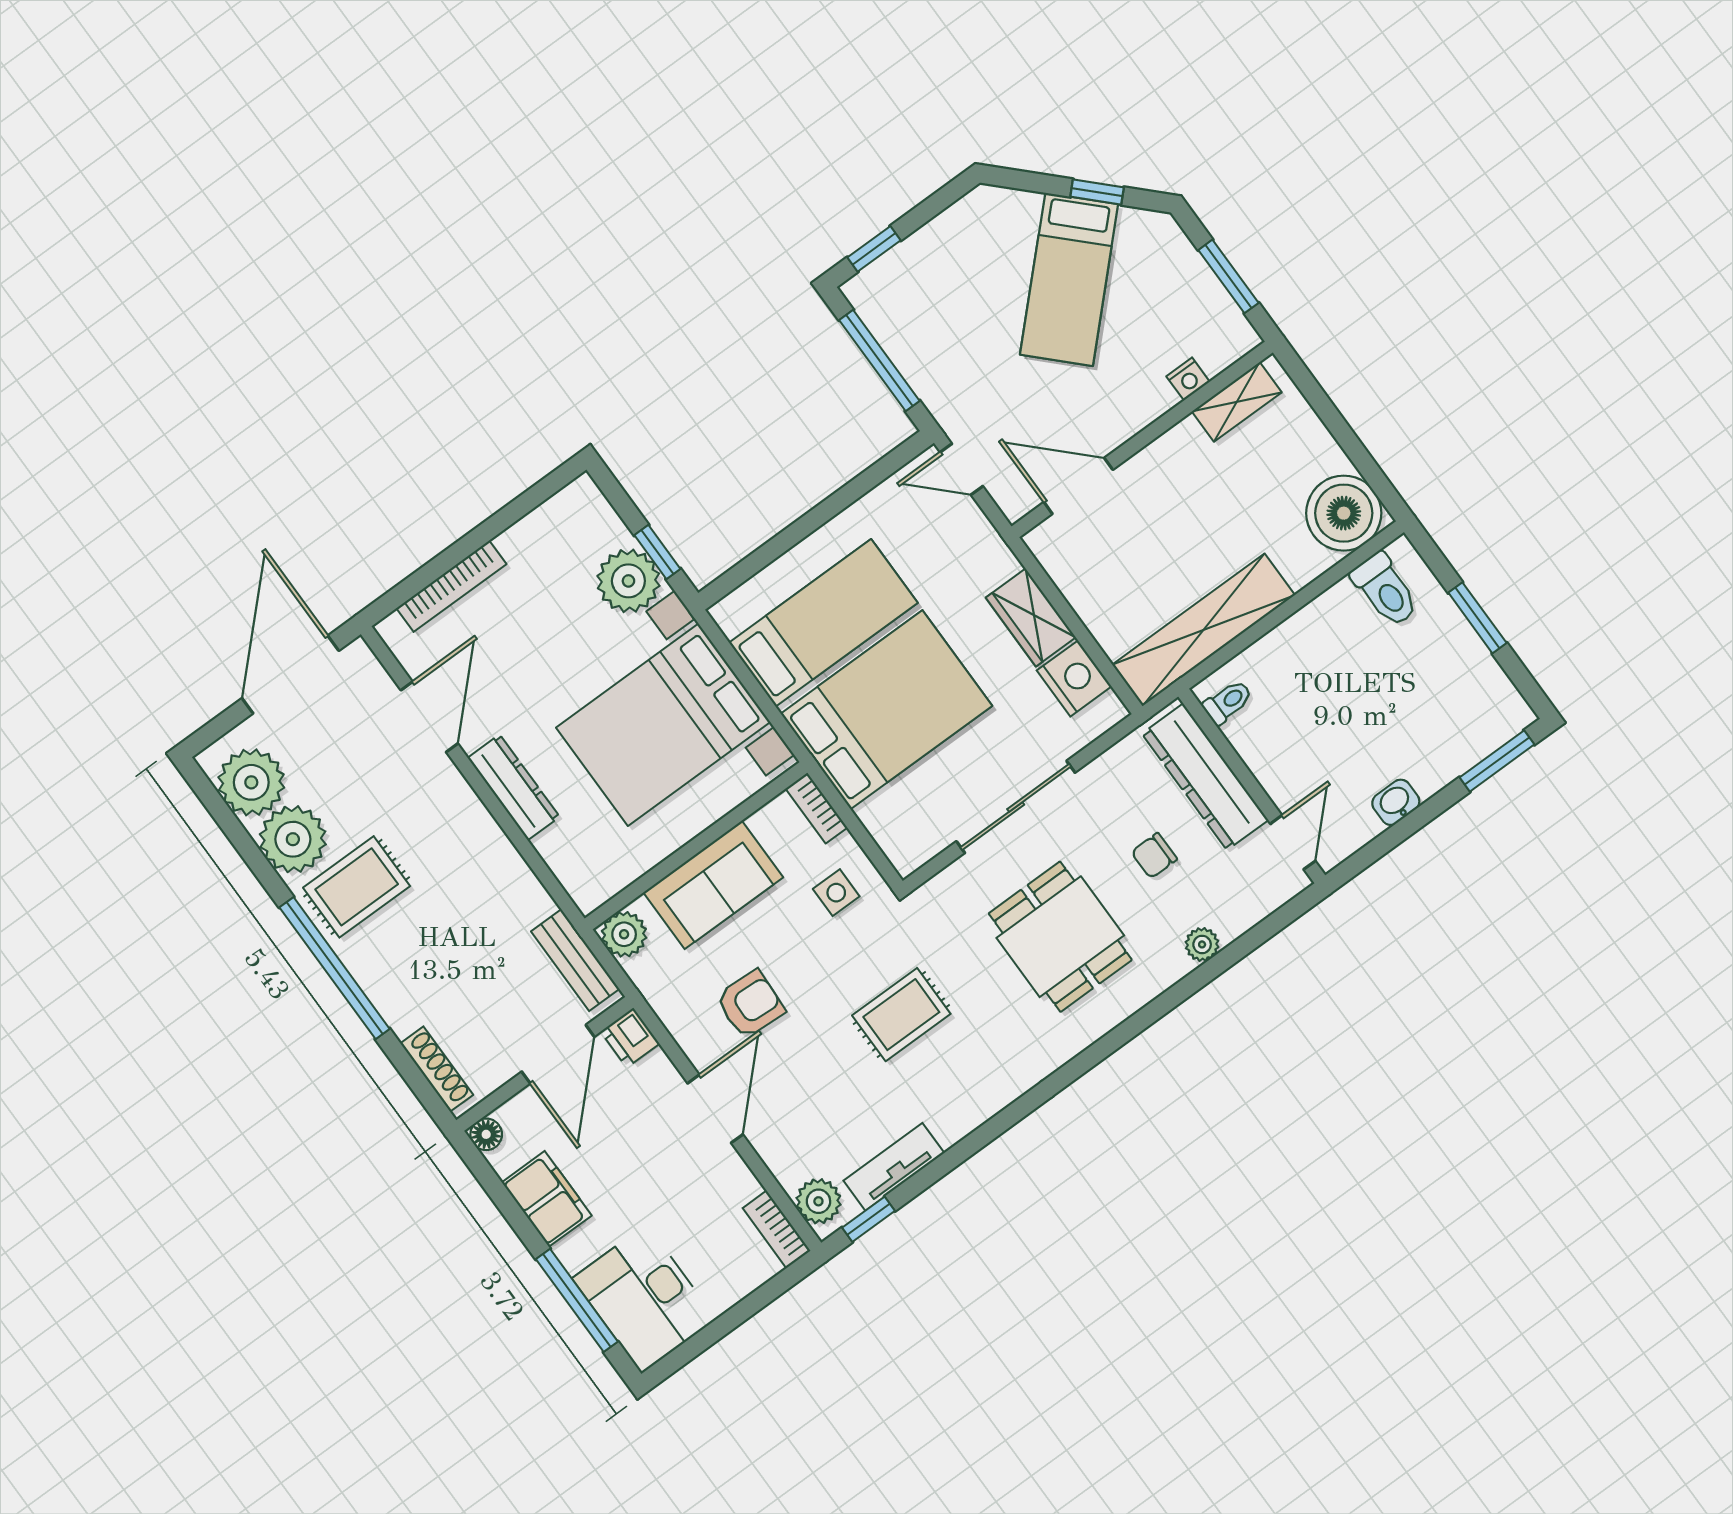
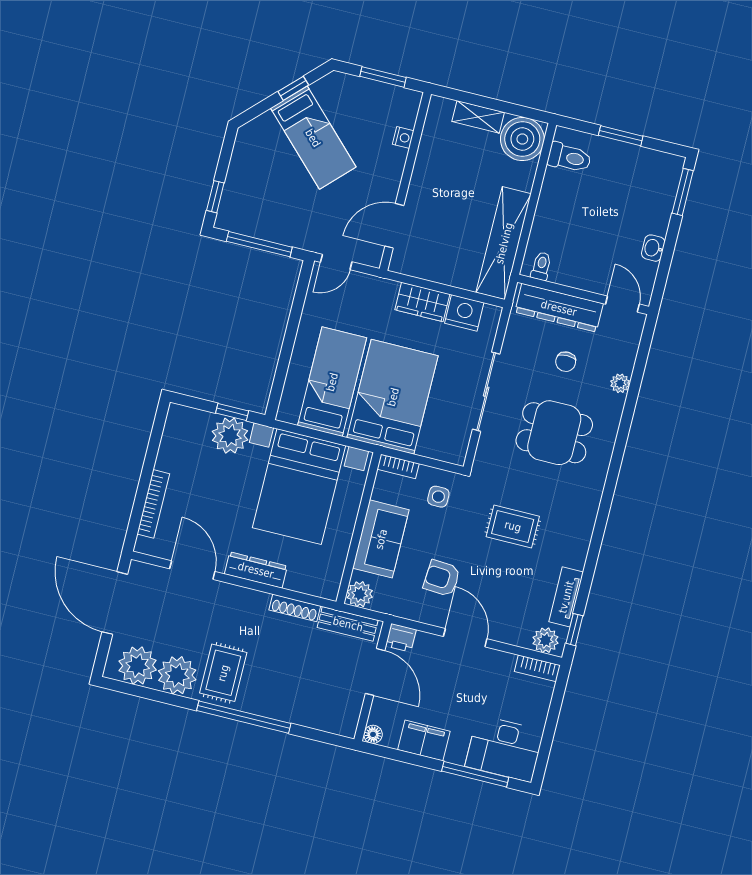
shelving: (1237, 402) -> (478, 117), moved, turned 90
armchair: (750, 1004) -> (442, 578), turned -89
rug: (901, 1015) -> (513, 526), turned 90
shoe rack: (437, 1069) -> (295, 608), moved, turned 180

